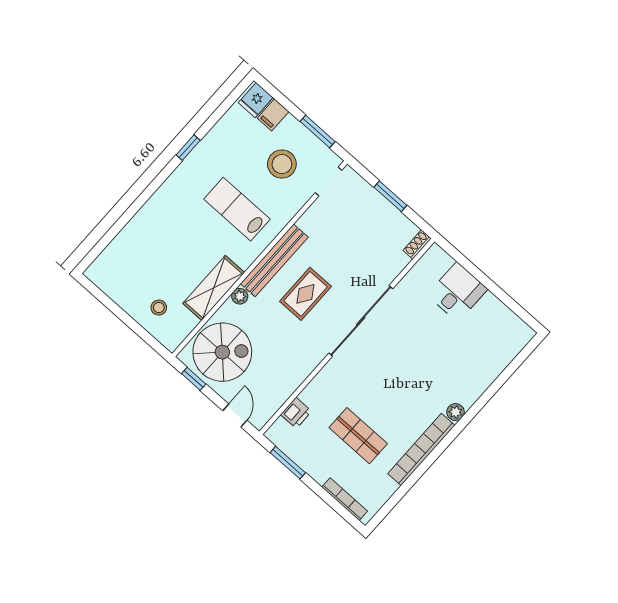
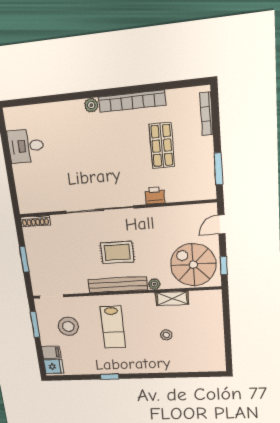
shoe rack: (417, 244) -> (35, 221), width x1.43
shelving: (214, 288) -> (172, 298), width x0.67, depth x0.75
desk: (457, 292) -> (26, 146), moved
stool: (159, 308) -> (166, 335), moved
printer: (296, 413) -> (155, 196), moved

